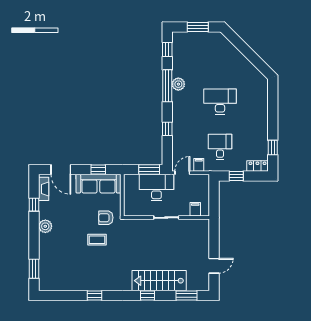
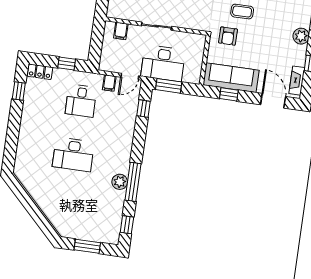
window: (167, 129) -> (143, 109), moved
armchair: (106, 218) -> (228, 36), turned 90

